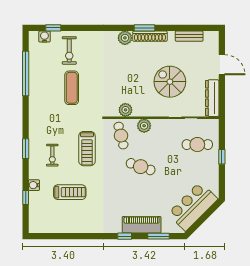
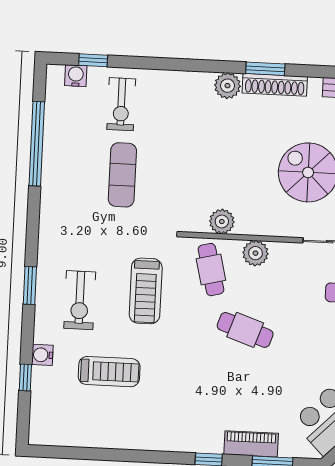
exercise bike: (52, 155) -> (80, 300), width x1.38, depth x1.39
piano: (142, 225) -> (251, 444), width x0.73, depth x0.75

